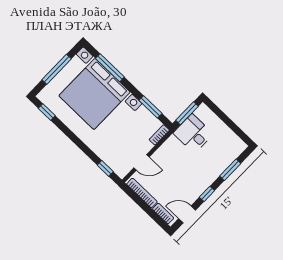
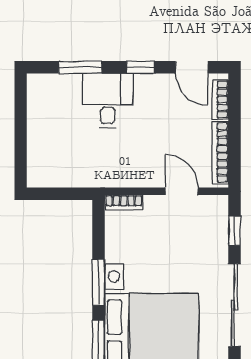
window: (151, 107) -> (98, 282), moved
window: (187, 113) -> (61, 194), removed
desk: (193, 134) -> (108, 101), moved, turned 180
sliding door: (75, 140) -> (235, 305), added

